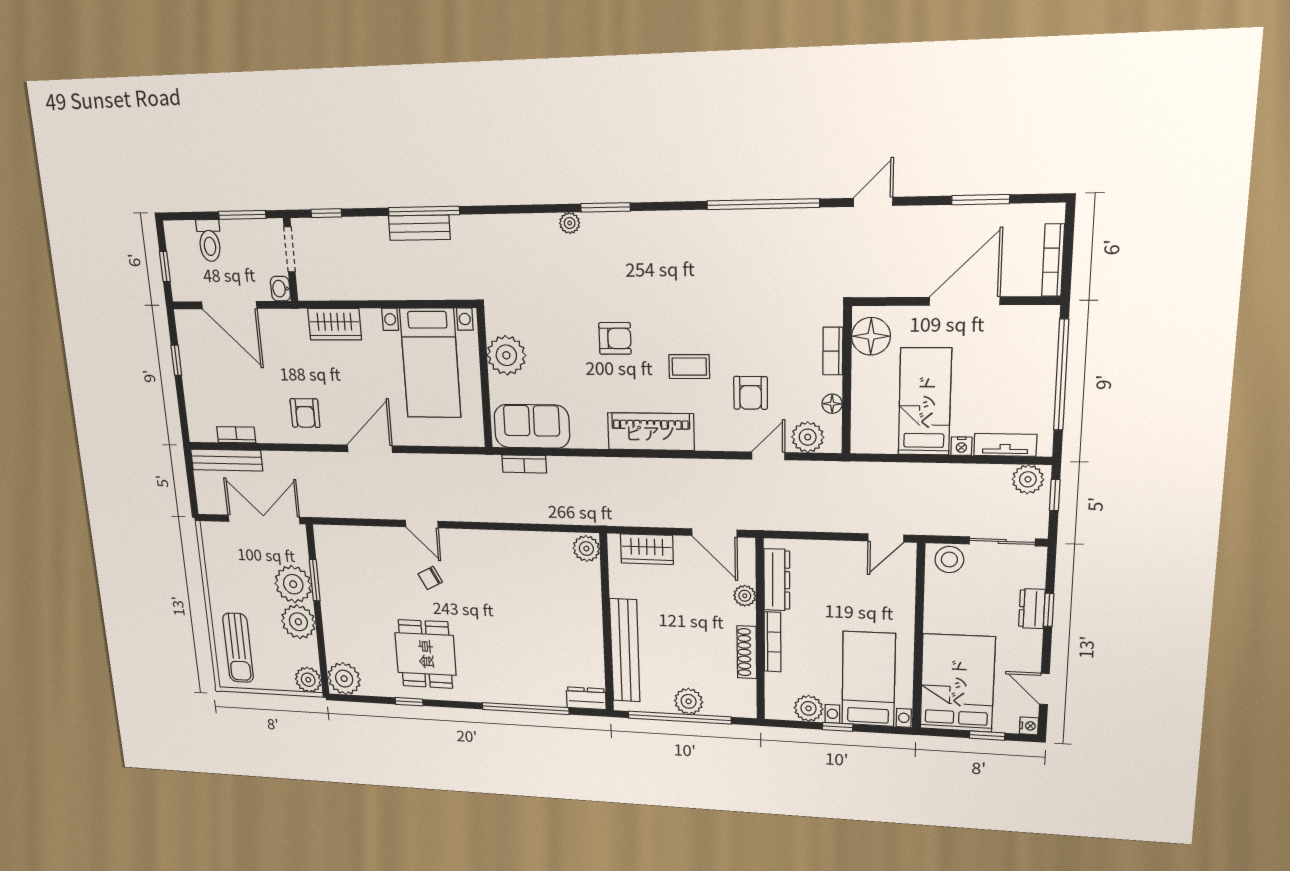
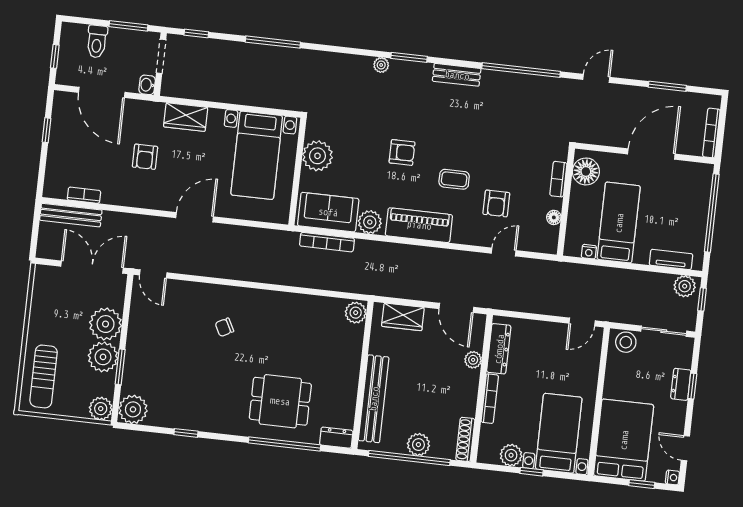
bench: (419, 228) -> (457, 75), moved
armchair: (305, 413) -> (145, 157), moved
plant: (808, 437) -> (370, 222), moved
nightstand: (961, 446) -> (589, 252), moved
bookcase: (524, 464) -> (327, 242), width x1.56
door: (422, 524) -> (153, 274), moved
window: (315, 580) -> (120, 367), moved
shoe rack: (747, 652) -> (465, 439), moved
dining table: (425, 654) -> (280, 401), moved, turned 90

